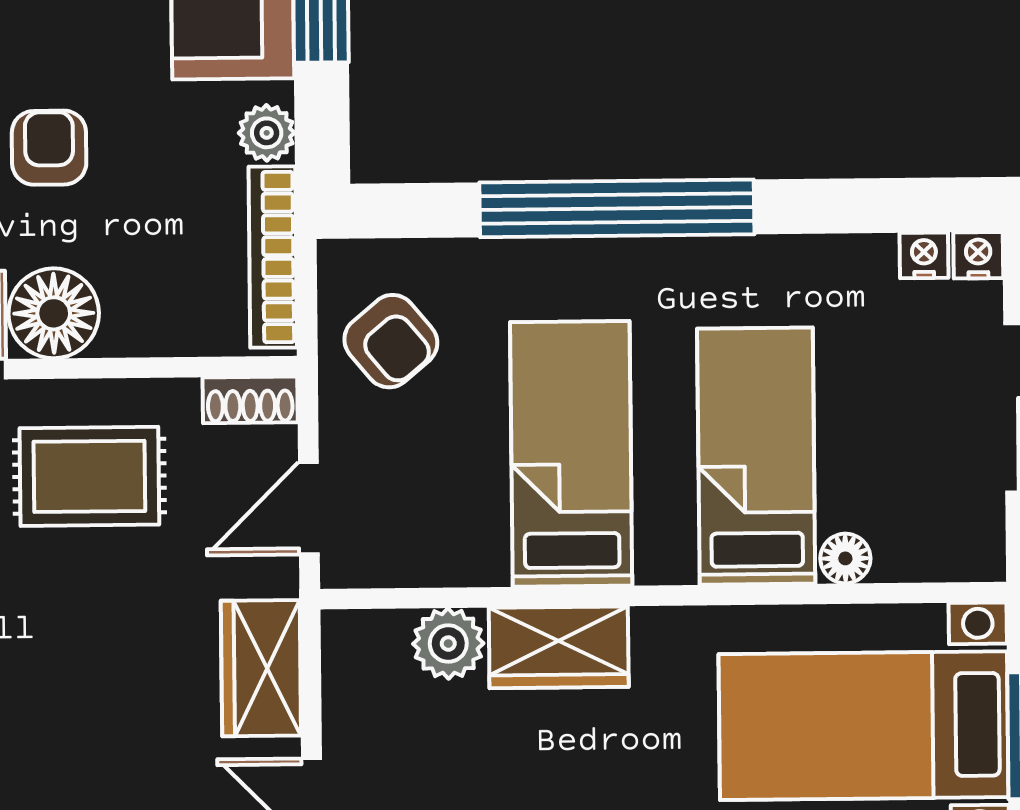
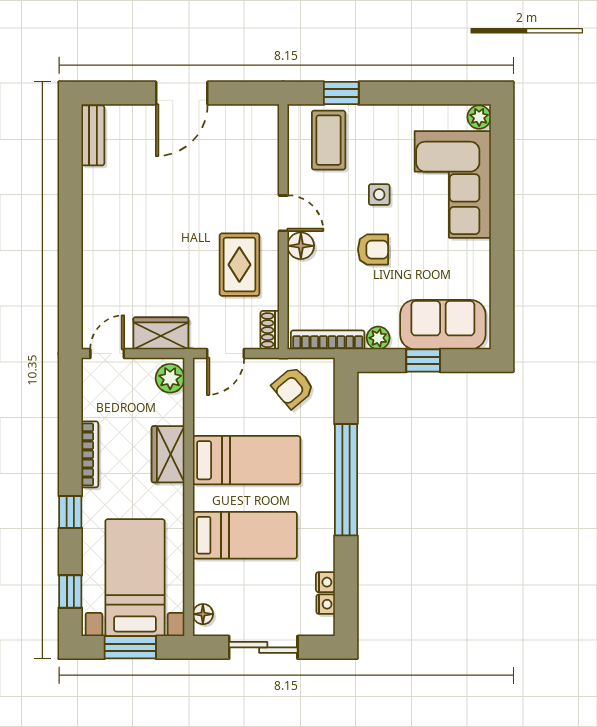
nightstand: (978, 255) -> (325, 582), moved
floor lamp: (54, 313) -> (301, 246), width x0.73, depth x0.73
door: (309, 508) -> (226, 353), swing flipped
floor lamp: (845, 558) -> (203, 614), moved
plant: (448, 644) -> (170, 378), moved

